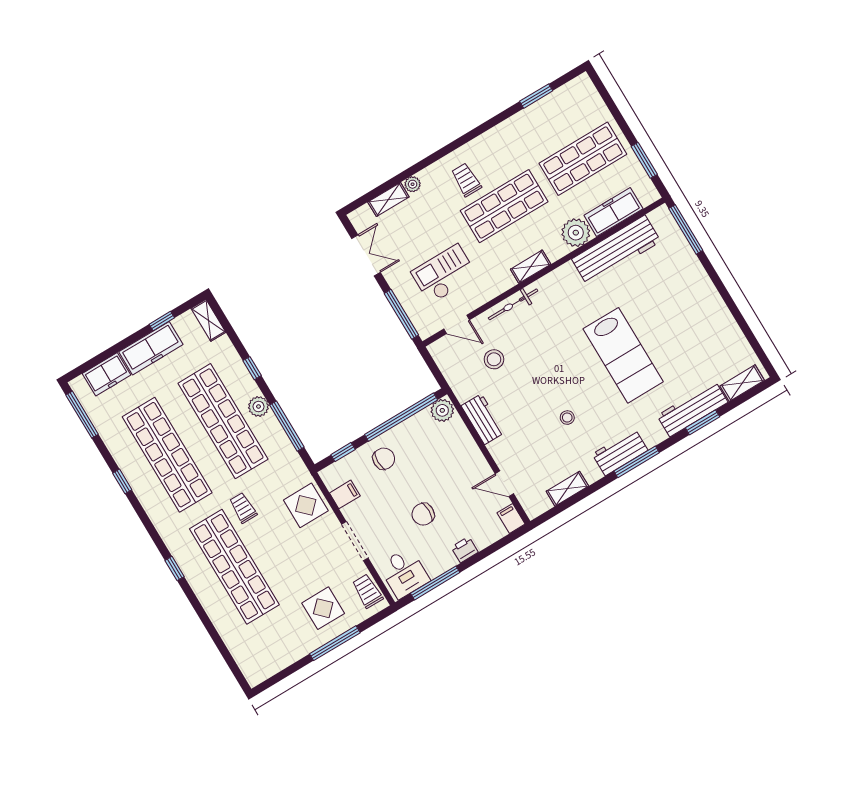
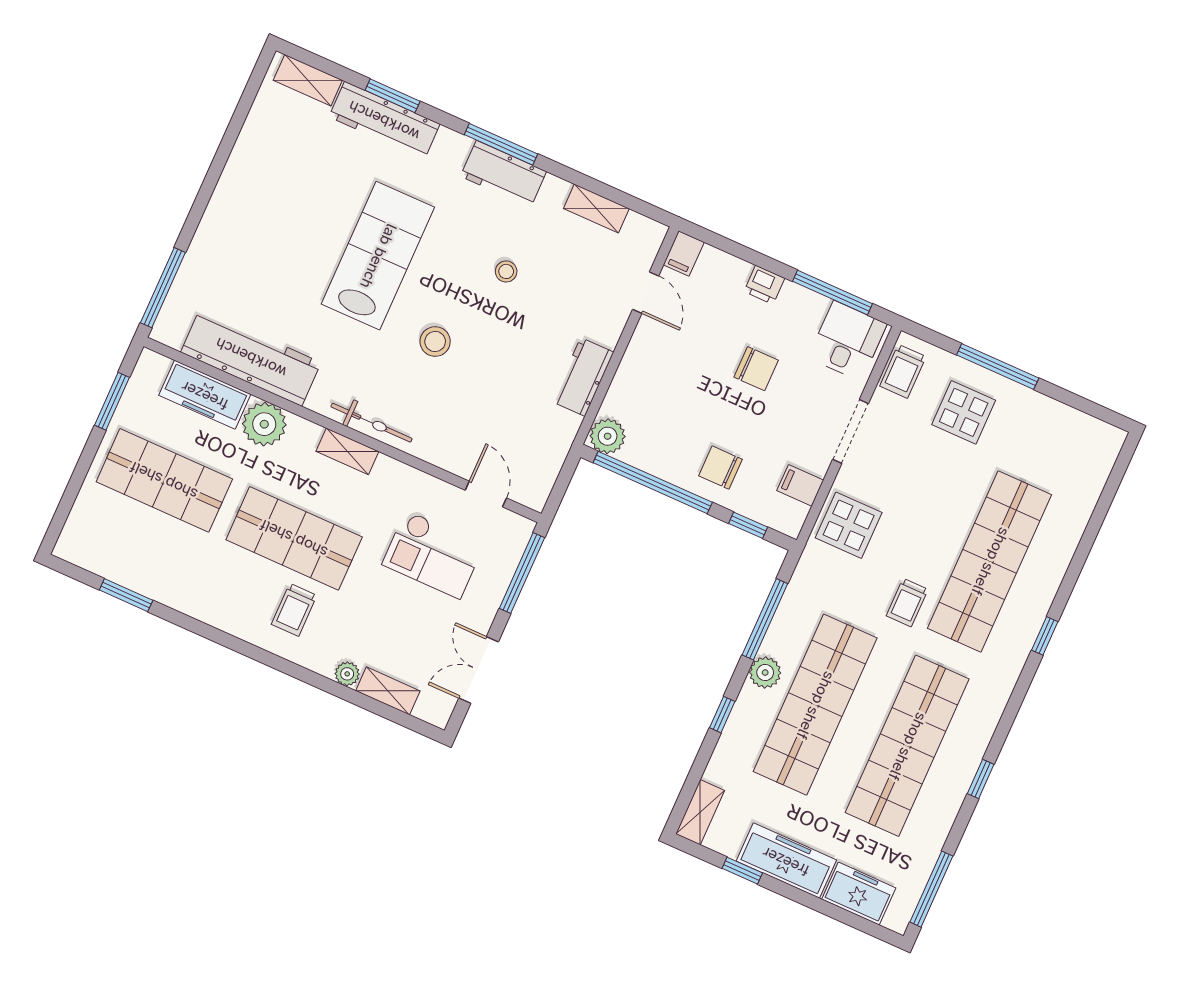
bicycle: (513, 304) -> (371, 423), moved
stool: (494, 359) -> (435, 342), moved

